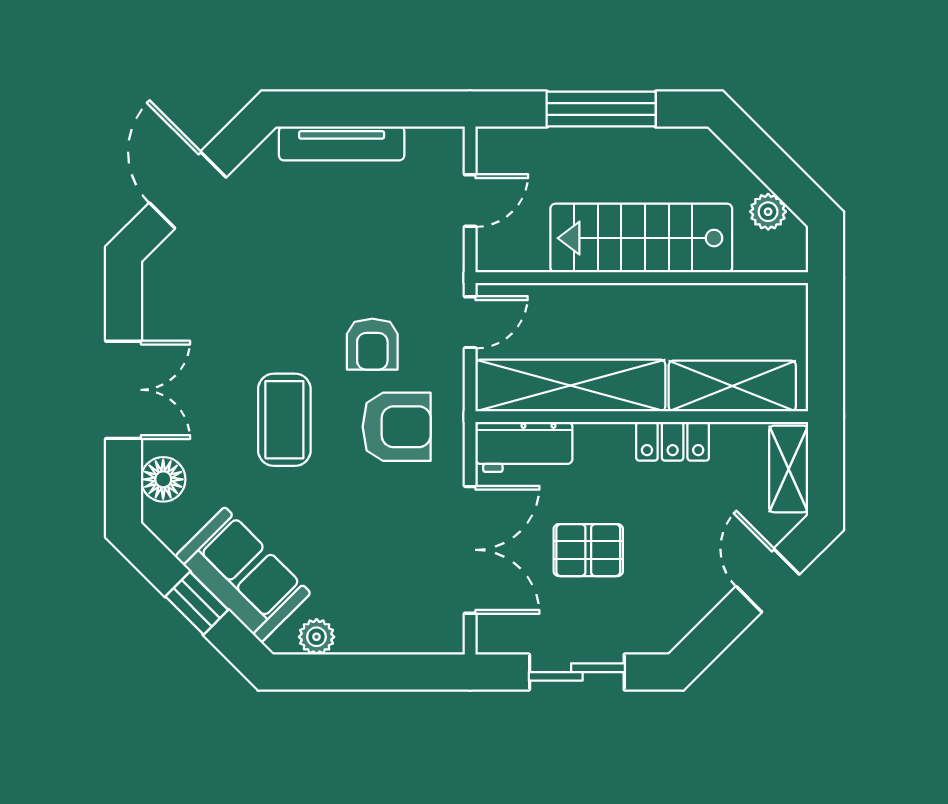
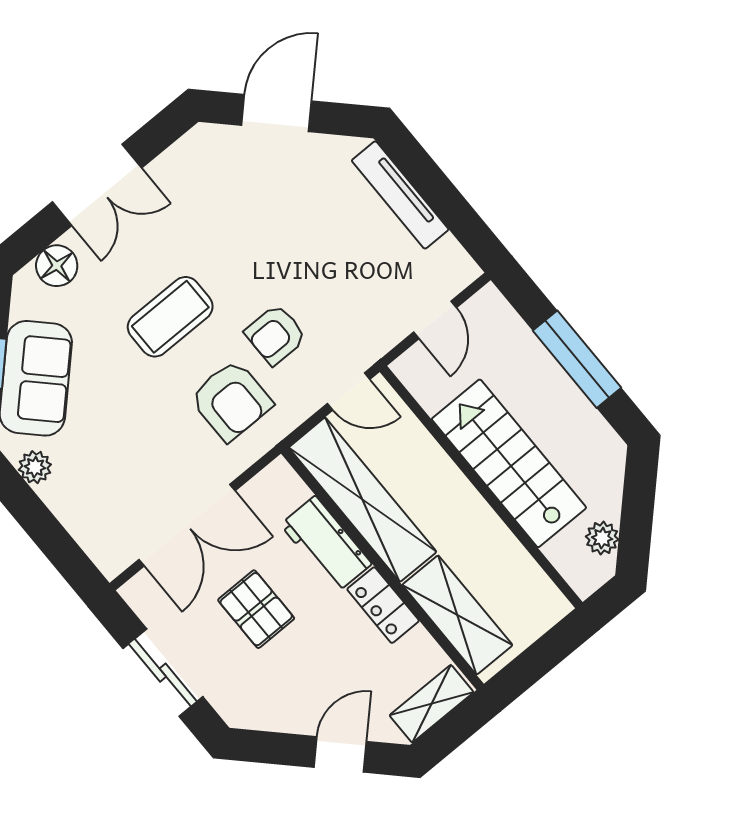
door: (470, 201) -> (435, 320), hinge flipped
workbench: (524, 447) -> (326, 544), moved

